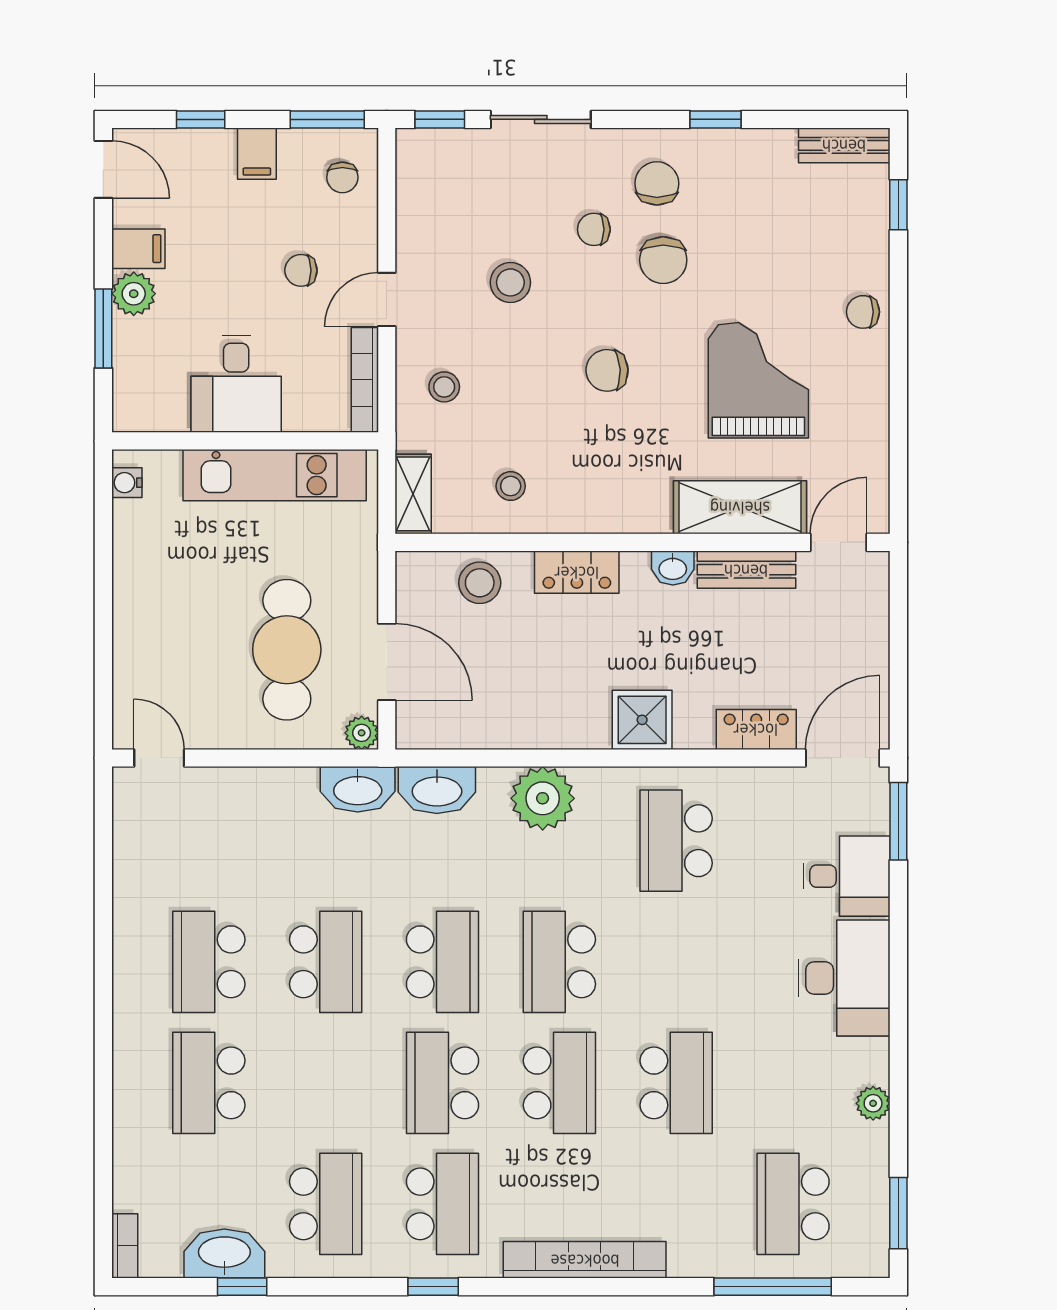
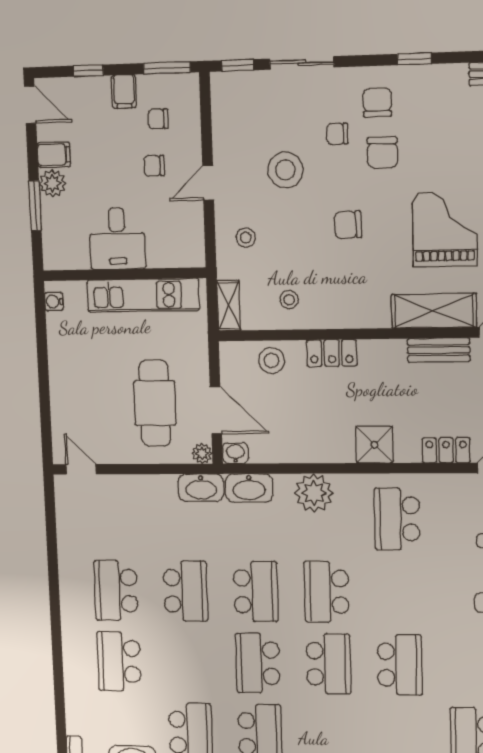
chair: (342, 177) -> (158, 119), moved, turned 90
stool: (510, 282) -> (285, 170), width x1.38, depth x1.38
bookcase: (365, 380) -> (196, 234), removed
washbasin: (673, 568) -> (235, 453), moved, turned 180

